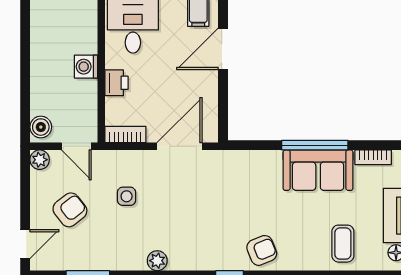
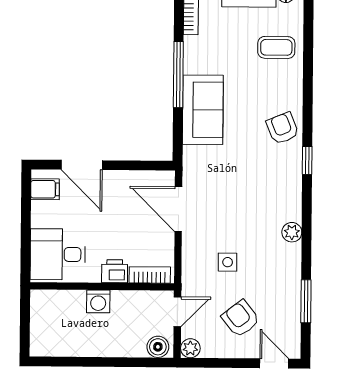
bookcase: (125, 135) -> (150, 275), moved, turned 90
sofa: (318, 170) -> (203, 110), moved

